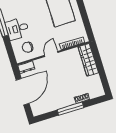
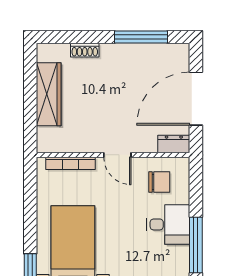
door: (51, 54) -> (117, 155), hinge flipped
wardrobe: (88, 60) -> (49, 94), moved
window: (70, 109) -> (141, 37), moved

